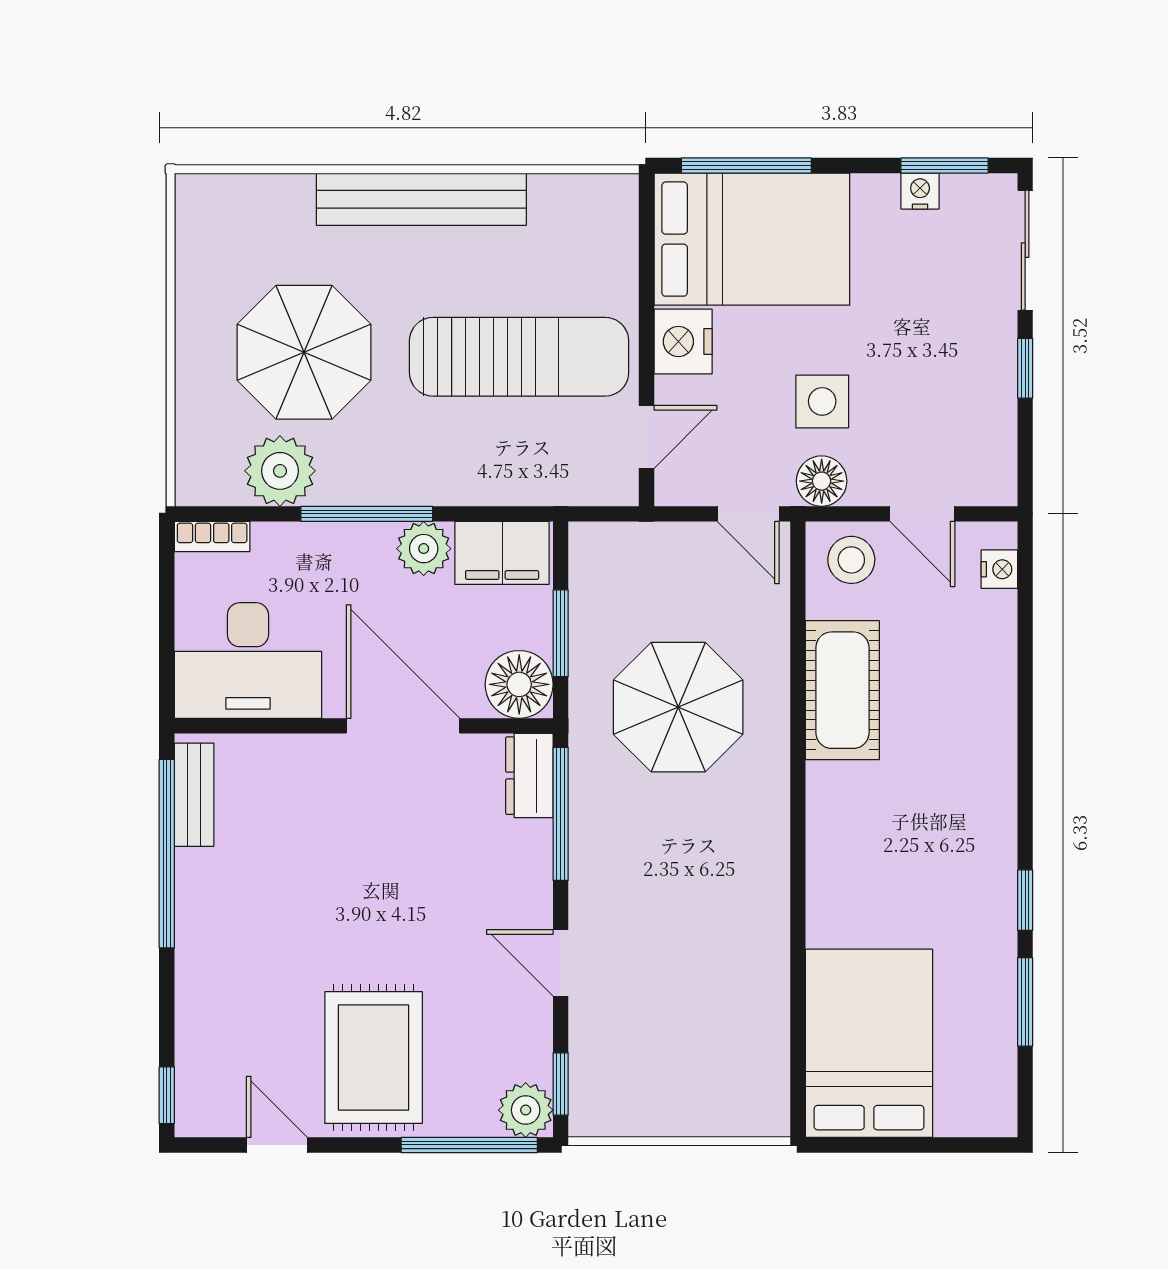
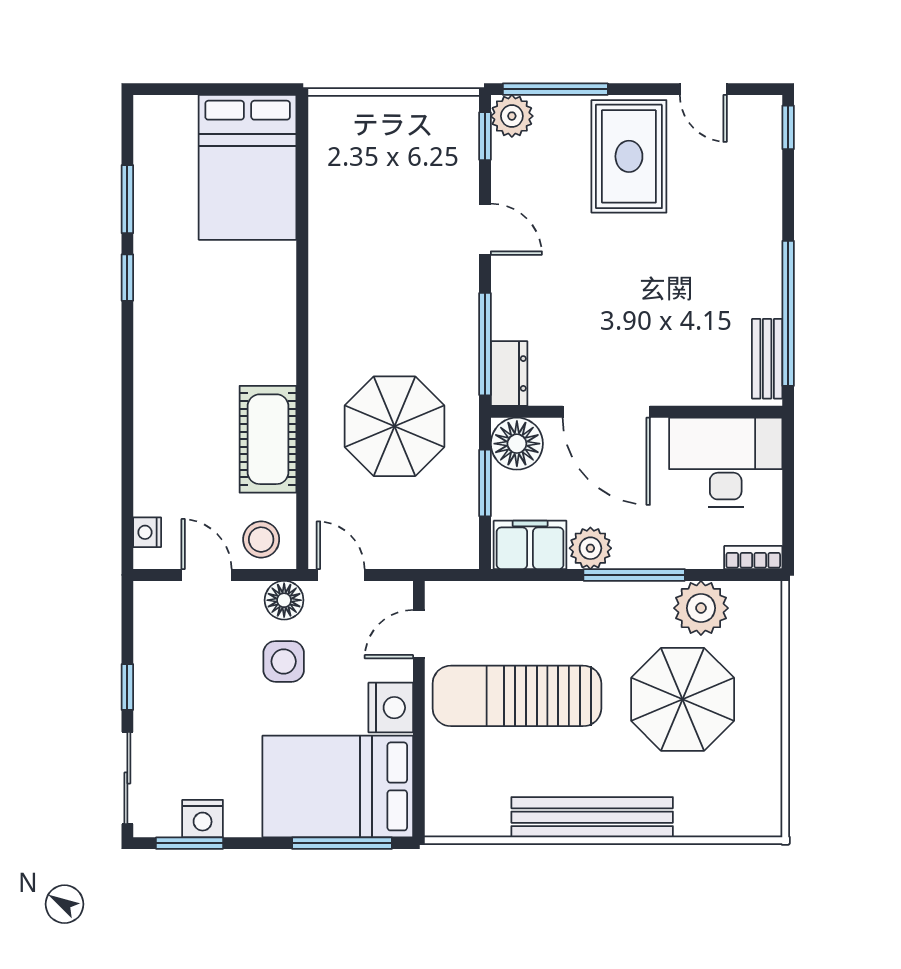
nightstand: (920, 191) -> (203, 819), width x1.39, depth x1.35

